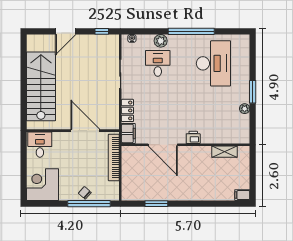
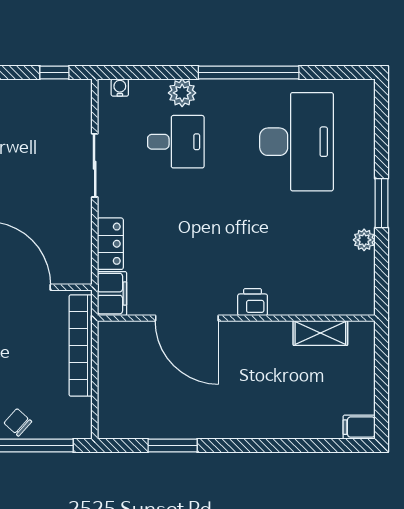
desk: (158, 63) -> (176, 142), turned 90

